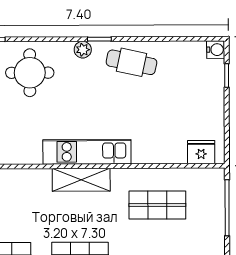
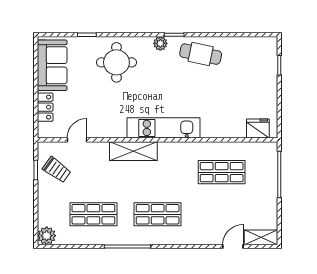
water cooler: (216, 50) -> (270, 44), removed
shelving: (81, 180) -> (133, 151), moved

